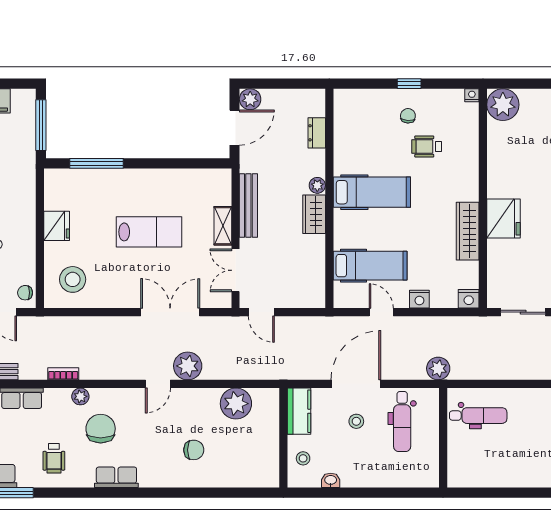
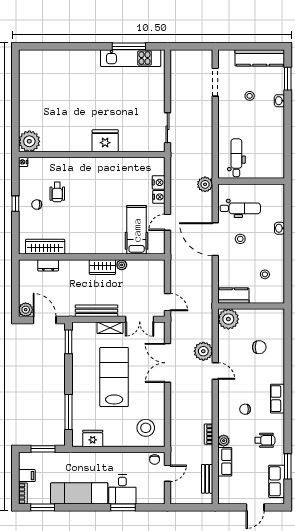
window: (41, 125) -> (43, 449), width x0.69
window: (202, 163) -> (68, 342), added
plant: (317, 185) -> (122, 265), moved
hospital bed: (372, 192) -> (88, 229), removed
fridge: (57, 226) -> (93, 438), moved
wardrobe: (468, 231) -> (45, 247), moved, turned 180
lab bench: (149, 232) -> (114, 377), width x1.36, depth x1.39
nightstand: (469, 299) -> (159, 182), moved
door: (261, 312) -> (167, 302), hinge flipped
plant: (80, 396) -> (224, 441), moved
kitchen counter: (299, 411) -> (233, 296), moved
chair: (101, 429) -> (245, 409), width x0.54, depth x0.54
wall: (283, 438) -> (251, 306), moved
chair: (194, 450) -> (259, 347), turned 90
washbasin: (331, 480) -> (280, 228), moved

